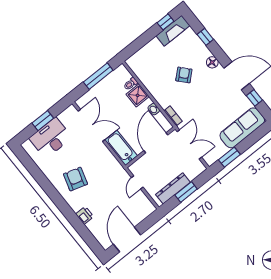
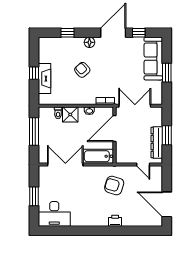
window: (165, 22) -> (34, 73), moved
fireplace: (173, 31) -> (45, 79), moved
desk: (51, 138) -> (54, 214), moved, turned -90
door: (156, 143) -> (115, 129), hinge flipped
window: (229, 157) -> (167, 73), moved
armchair: (75, 179) -> (114, 185), moved
door: (137, 182) -> (143, 164), moved
printer: (85, 215) -> (115, 221), moved

